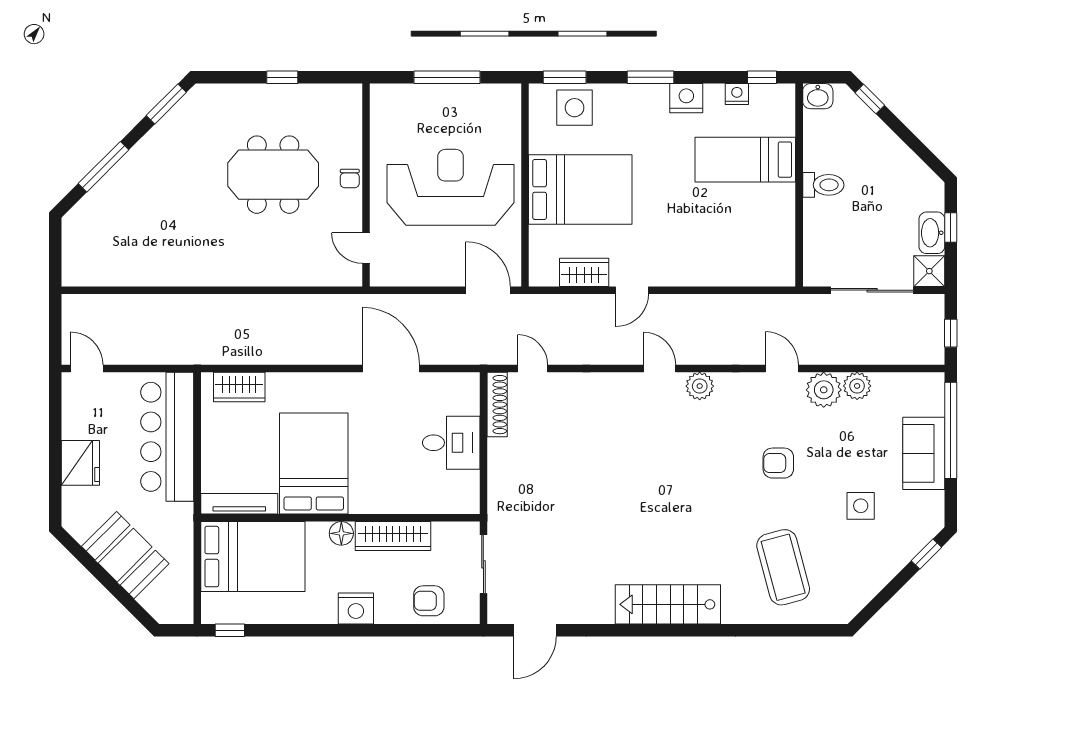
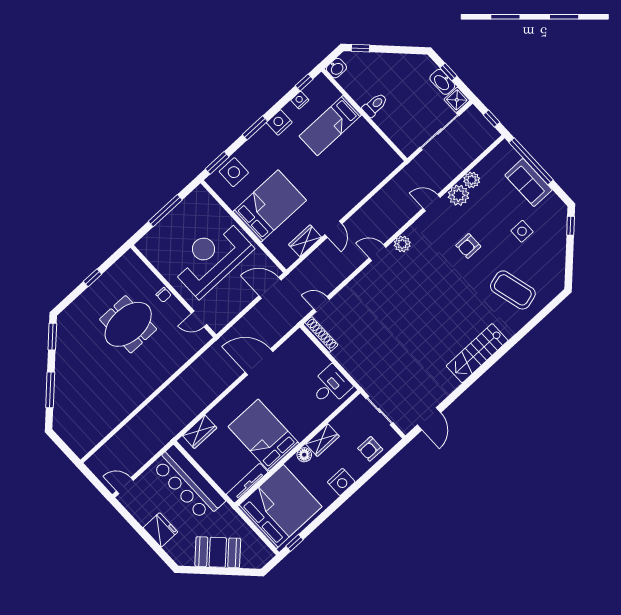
desk: (451, 443) -> (330, 386), moved
wardrobe: (393, 536) -> (322, 440), width x0.67
bed: (253, 557) -> (280, 507), width x1.36

